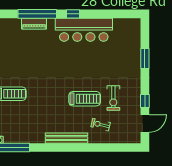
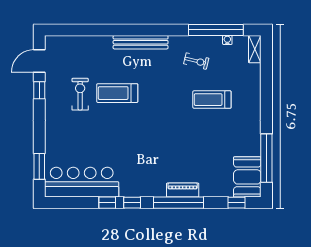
window: (92, 14) -> (107, 203), added
bar counter: (84, 30) -> (82, 182), moved
window: (145, 59) -> (39, 166), moved
exercise bike: (101, 125) -> (196, 61), moved

